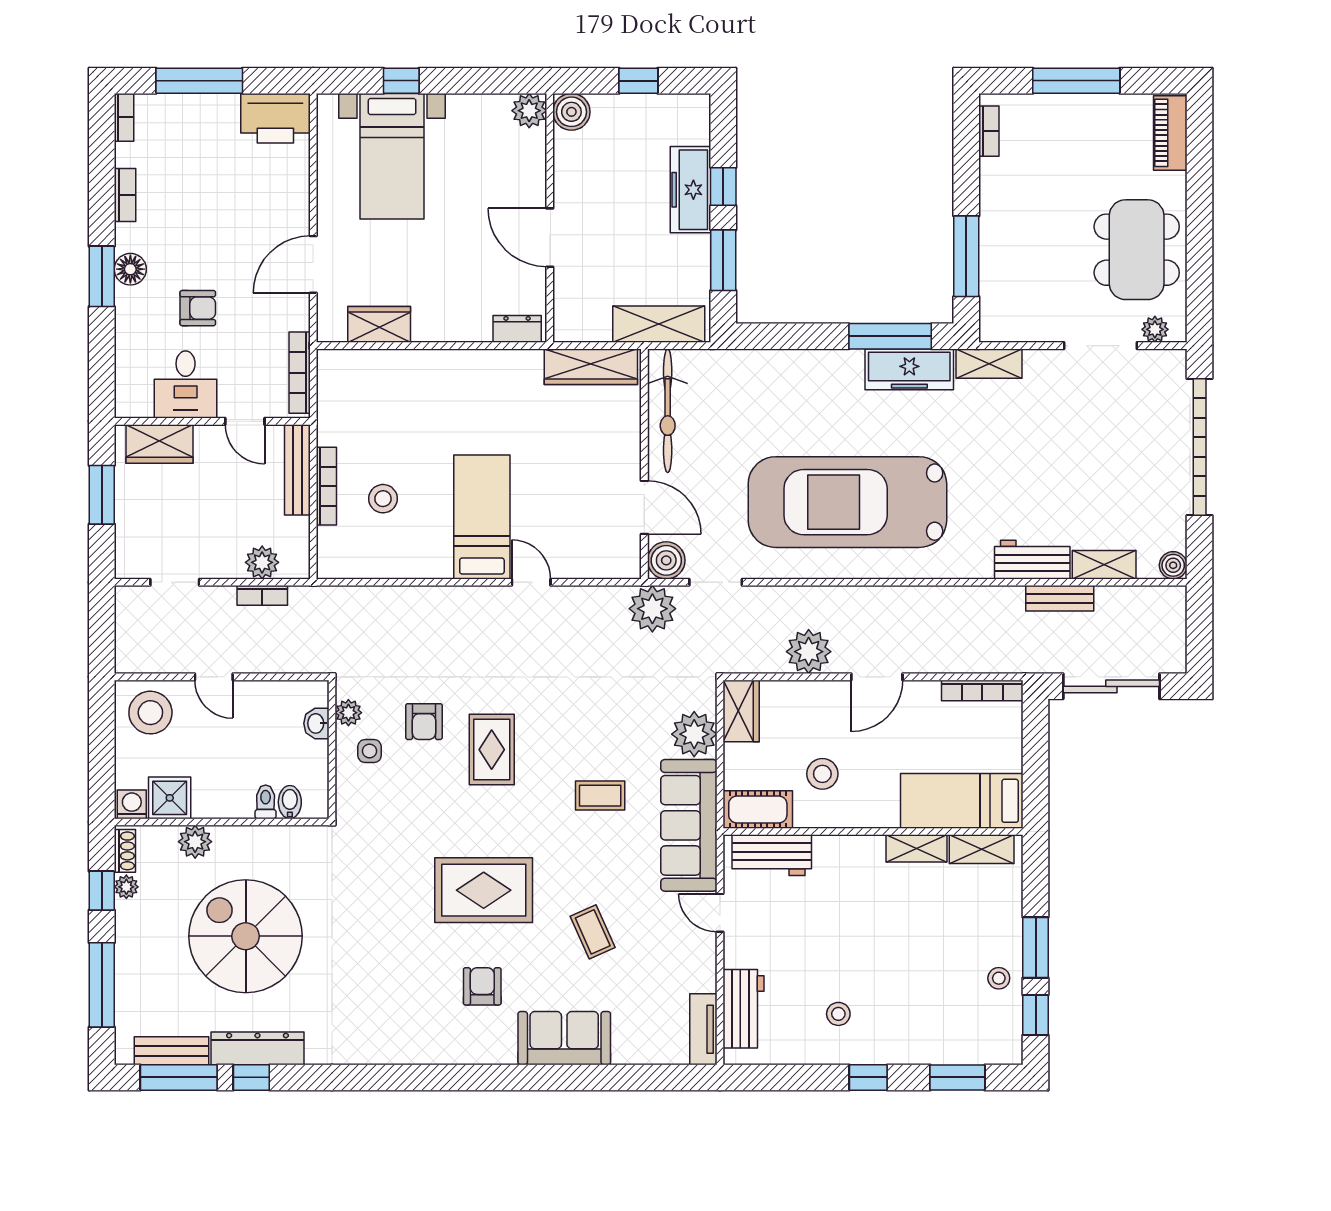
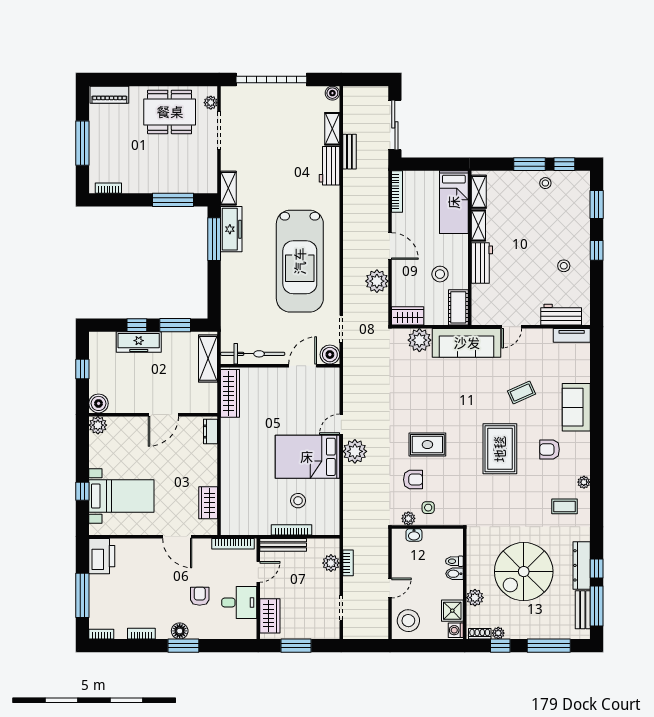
bed: (482, 517) -> (307, 457), width x1.50
plant: (652, 609) -> (355, 451), moved
coffee table: (600, 796) -> (564, 506), moved, turned 90
bidet: (290, 802) -> (455, 574), moved
workbench: (772, 855) -> (482, 263), moved
plant: (419, 1053) -> (584, 482), added

